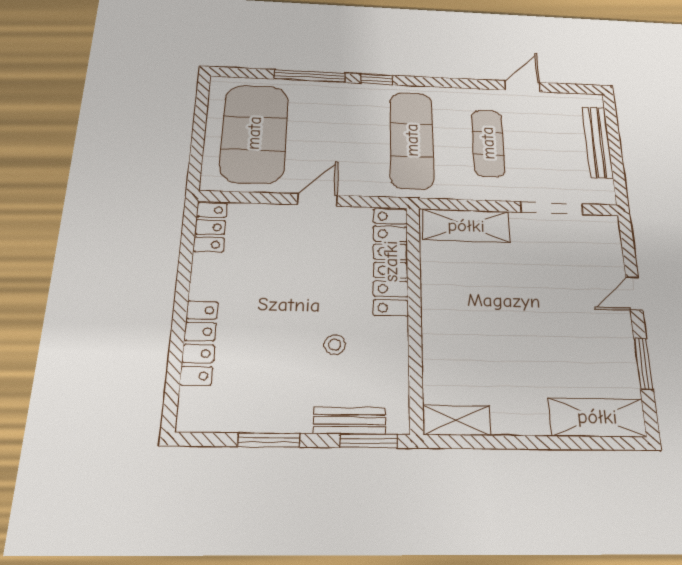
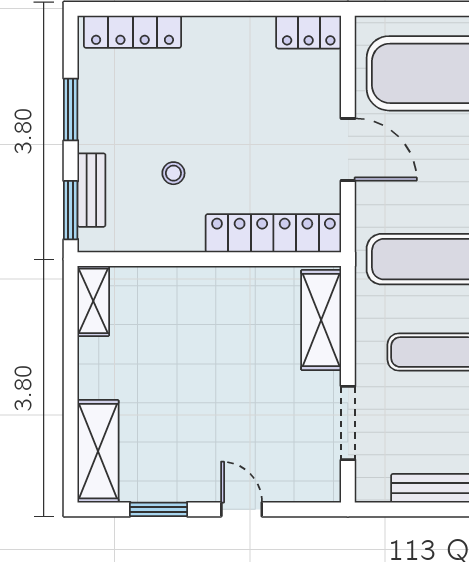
door: (317, 200) -> (348, 149), width x1.38
locker: (199, 342) -> (133, 32), moved

